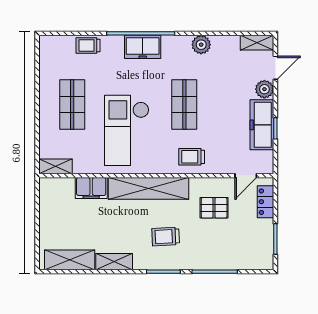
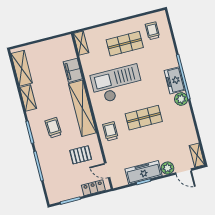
plant: (201, 45) -> (181, 99), moved
trolley: (88, 46) -> (152, 31), moved
pallet: (214, 208) -> (81, 155), turned 90

